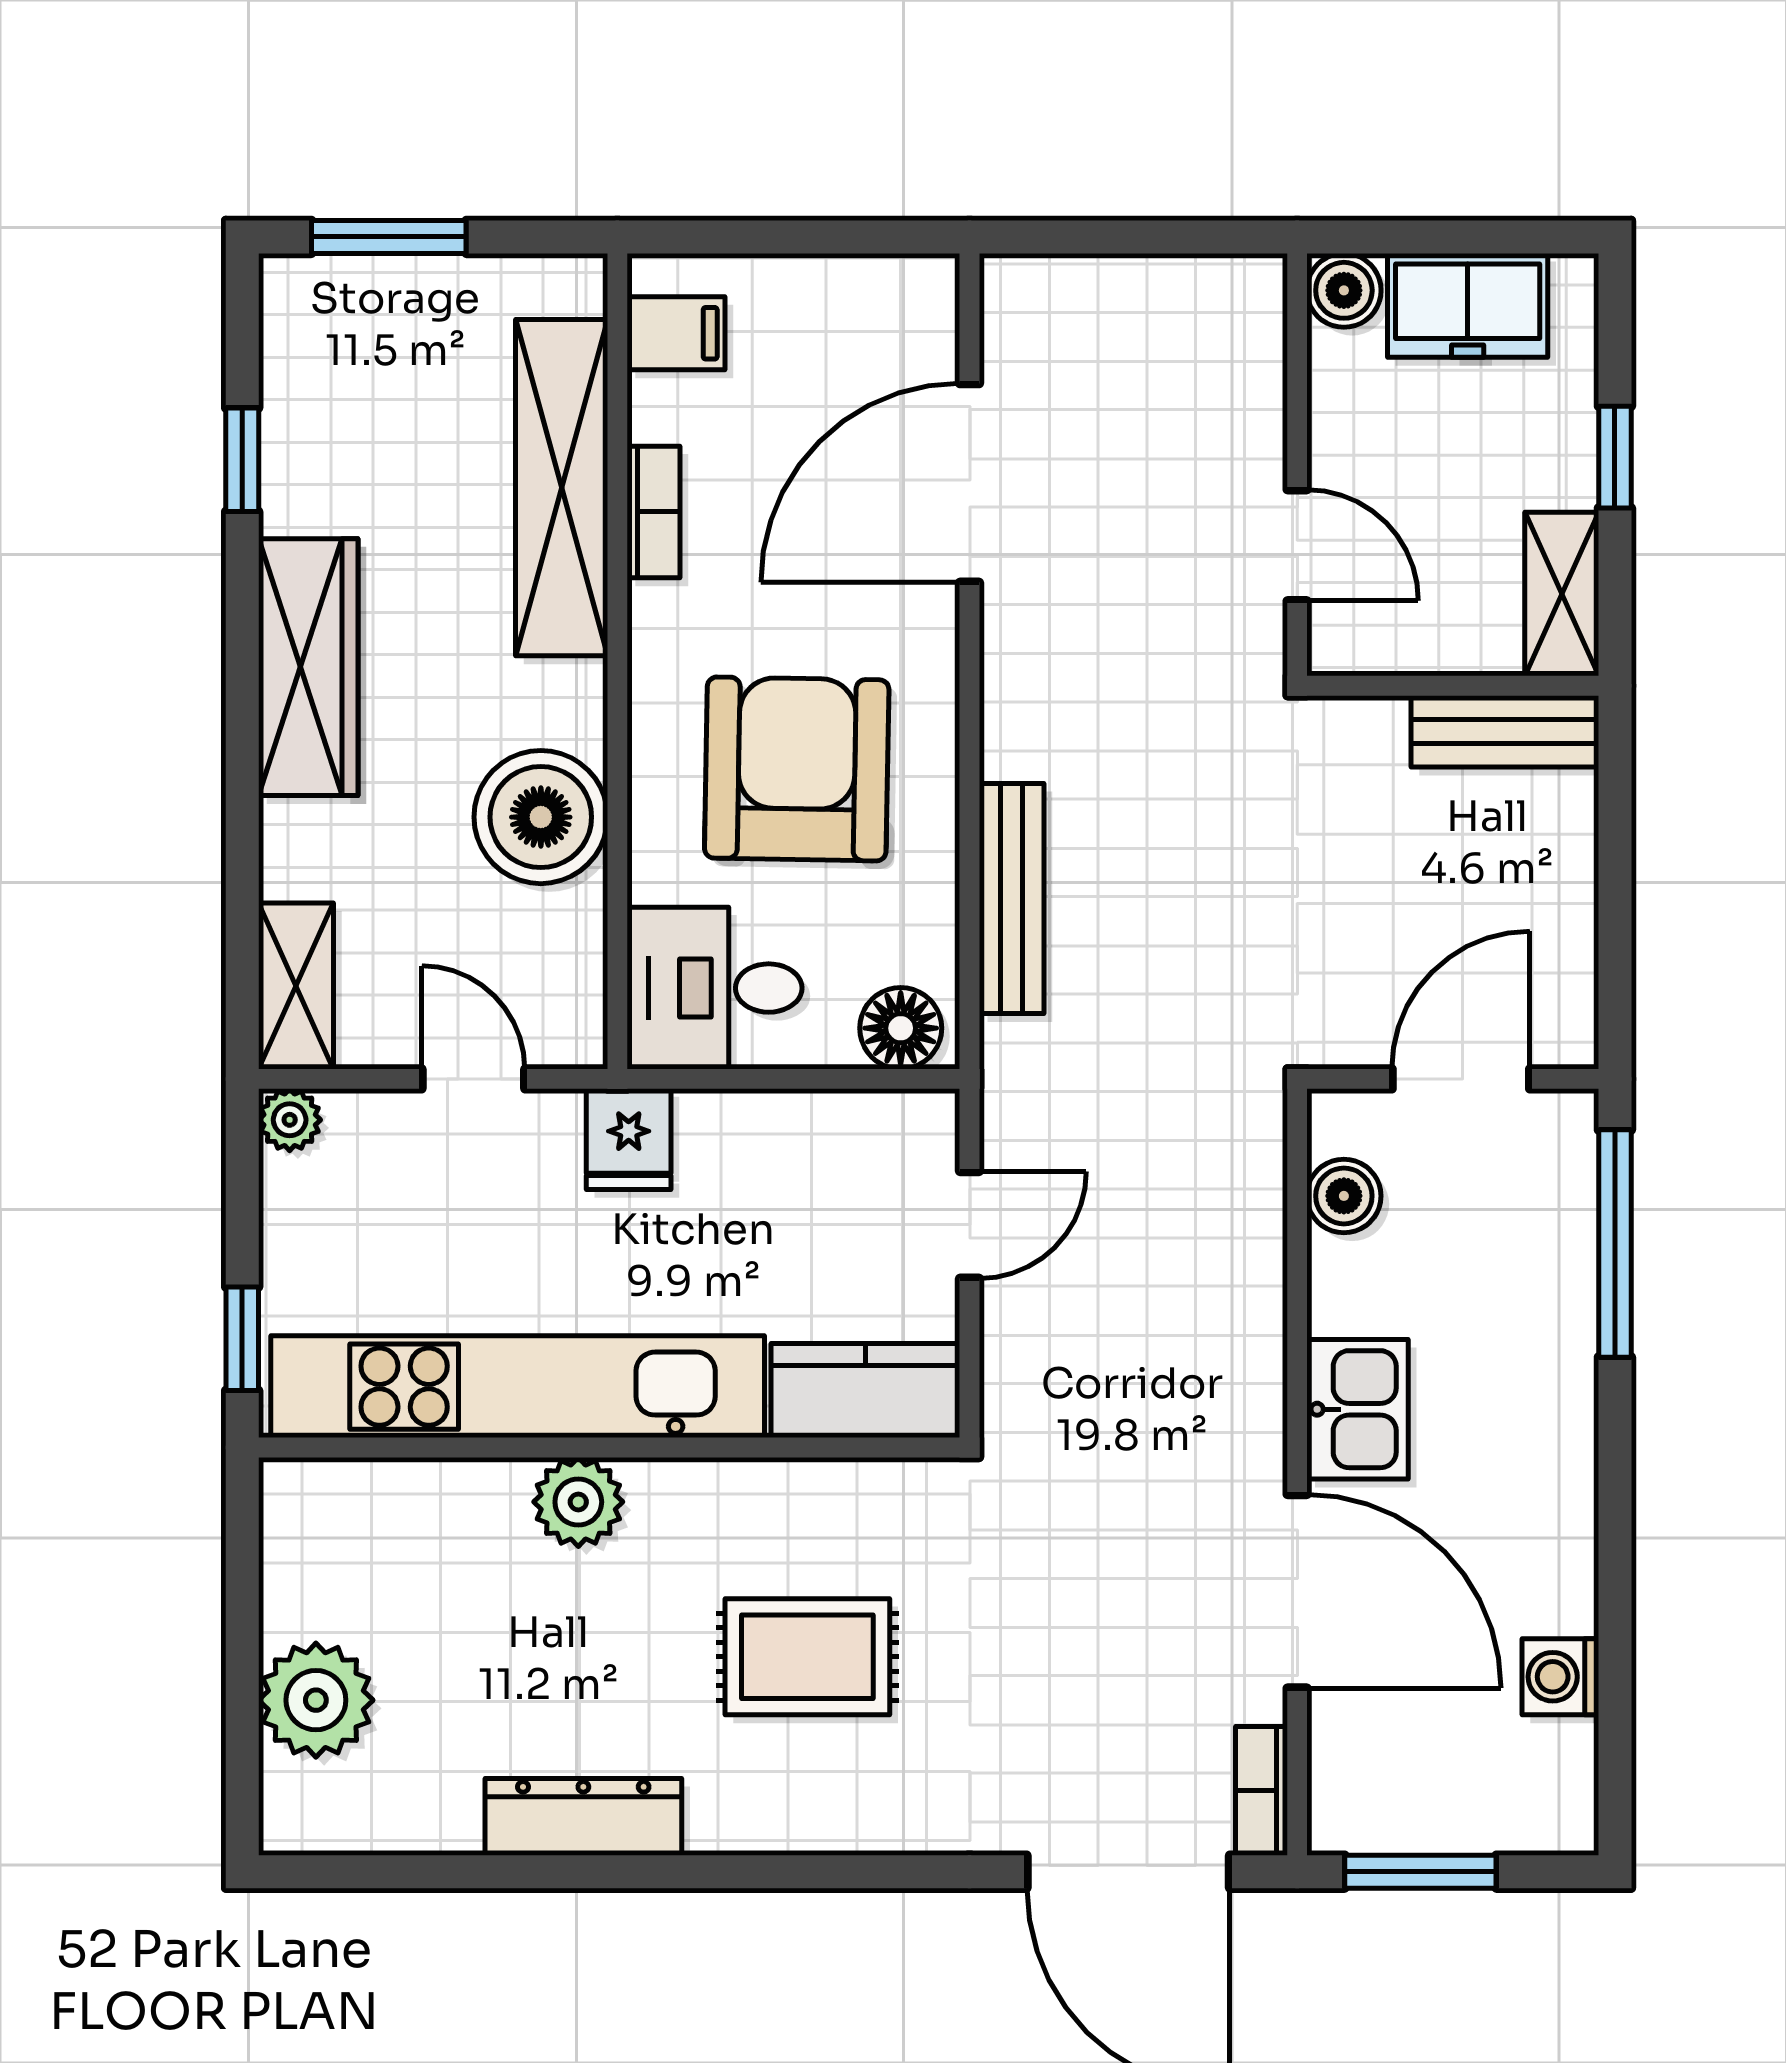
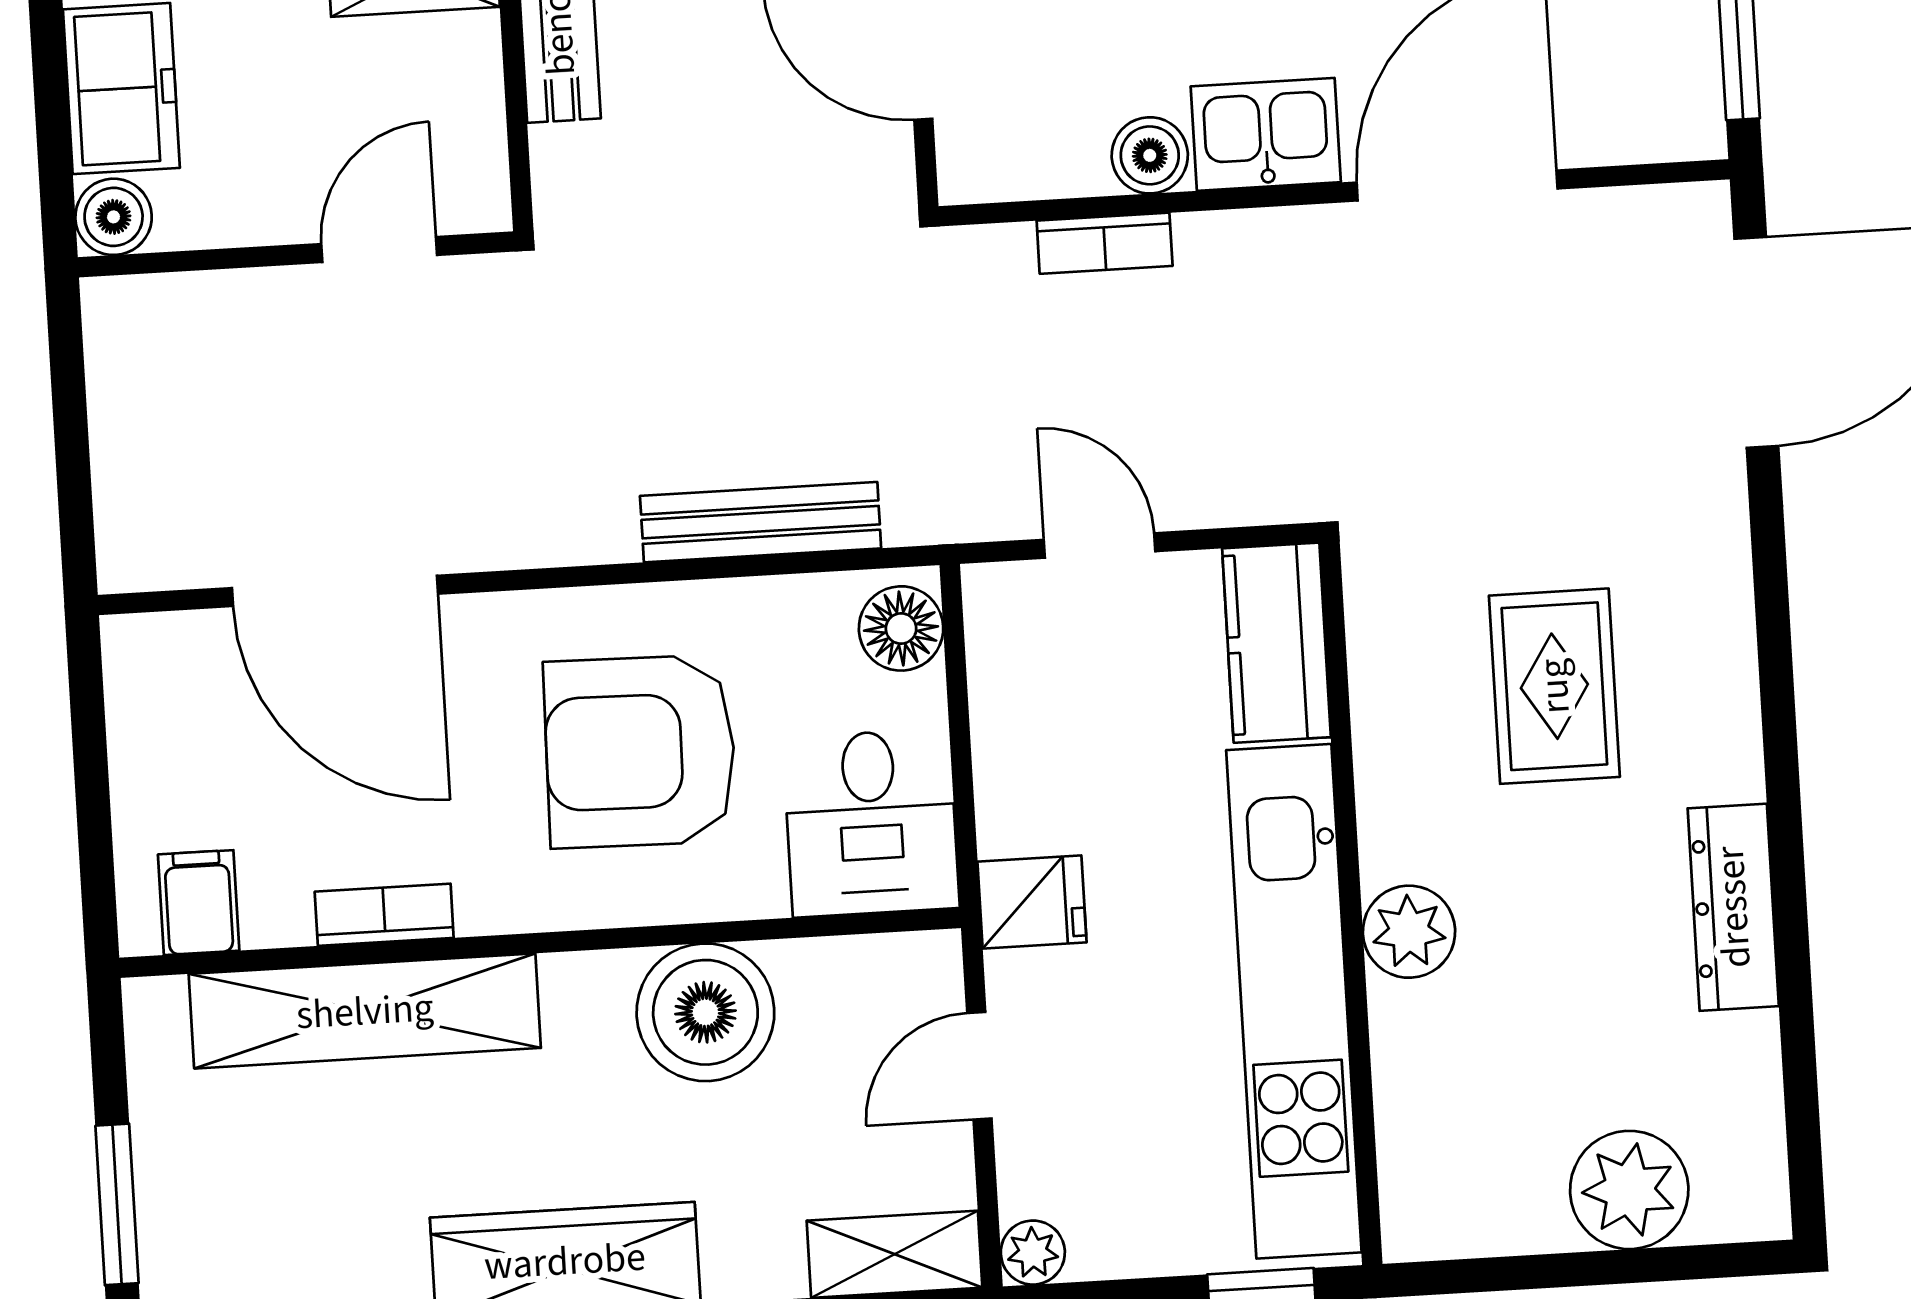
boiler: (1344, 1196) -> (1150, 155), moved
bookcase: (1262, 1791) -> (1105, 243), moved

